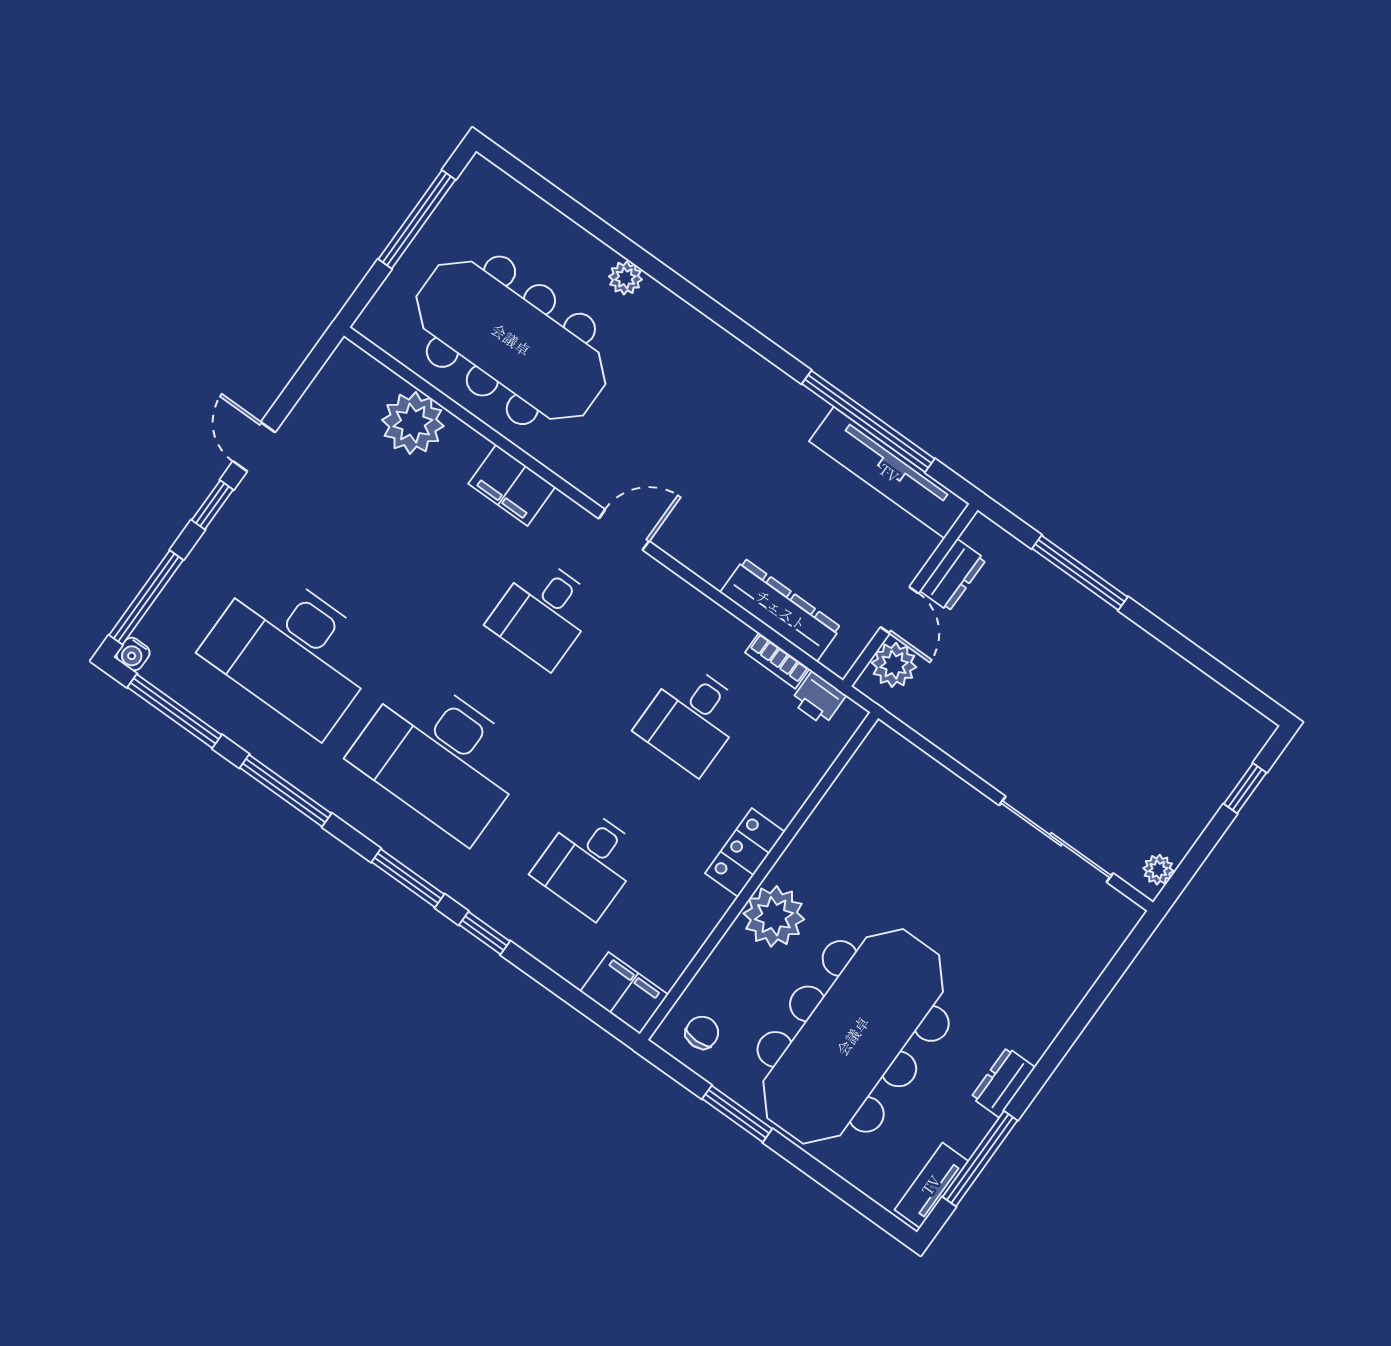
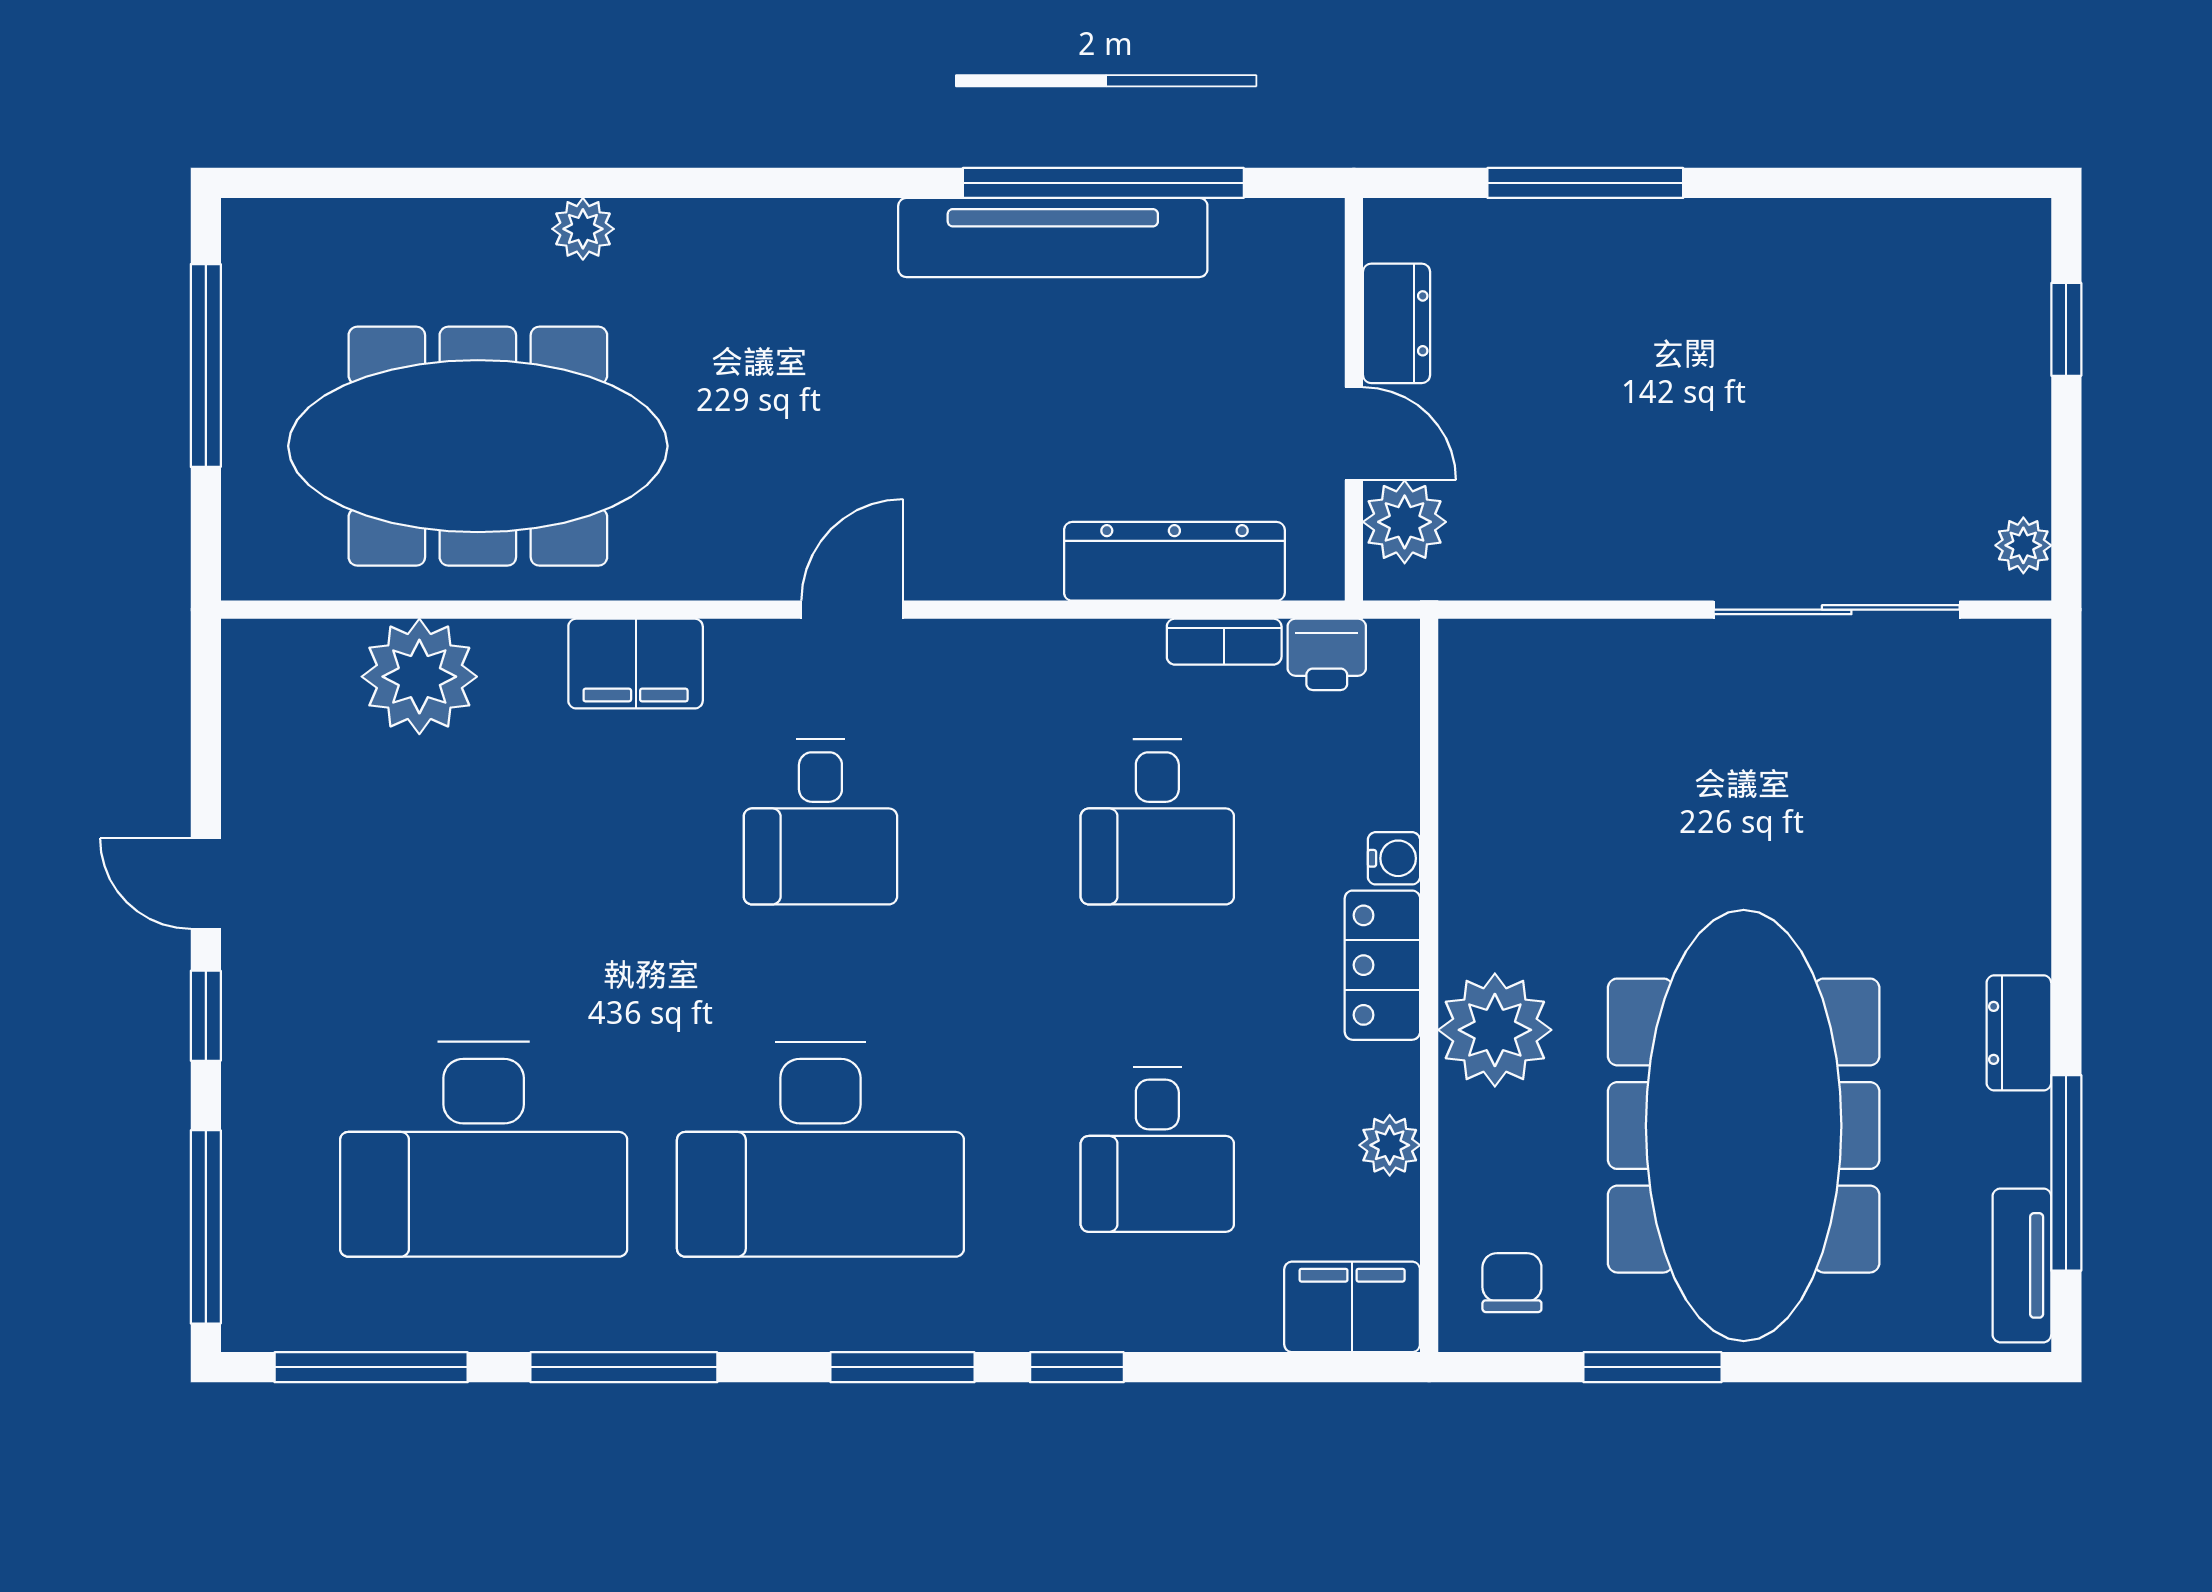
tv unit: (889, 473) -> (1053, 238), moved
water cooler: (133, 654) -> (1394, 858), moved, turned -90
plant: (692, 934) -> (1390, 1145), added

